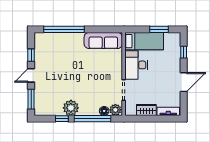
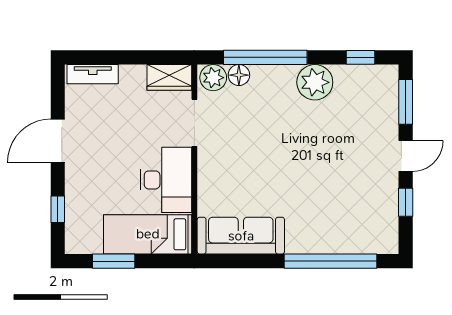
wardrobe: (146, 110) -> (169, 77), moved
window: (62, 119) -> (360, 57), moved

